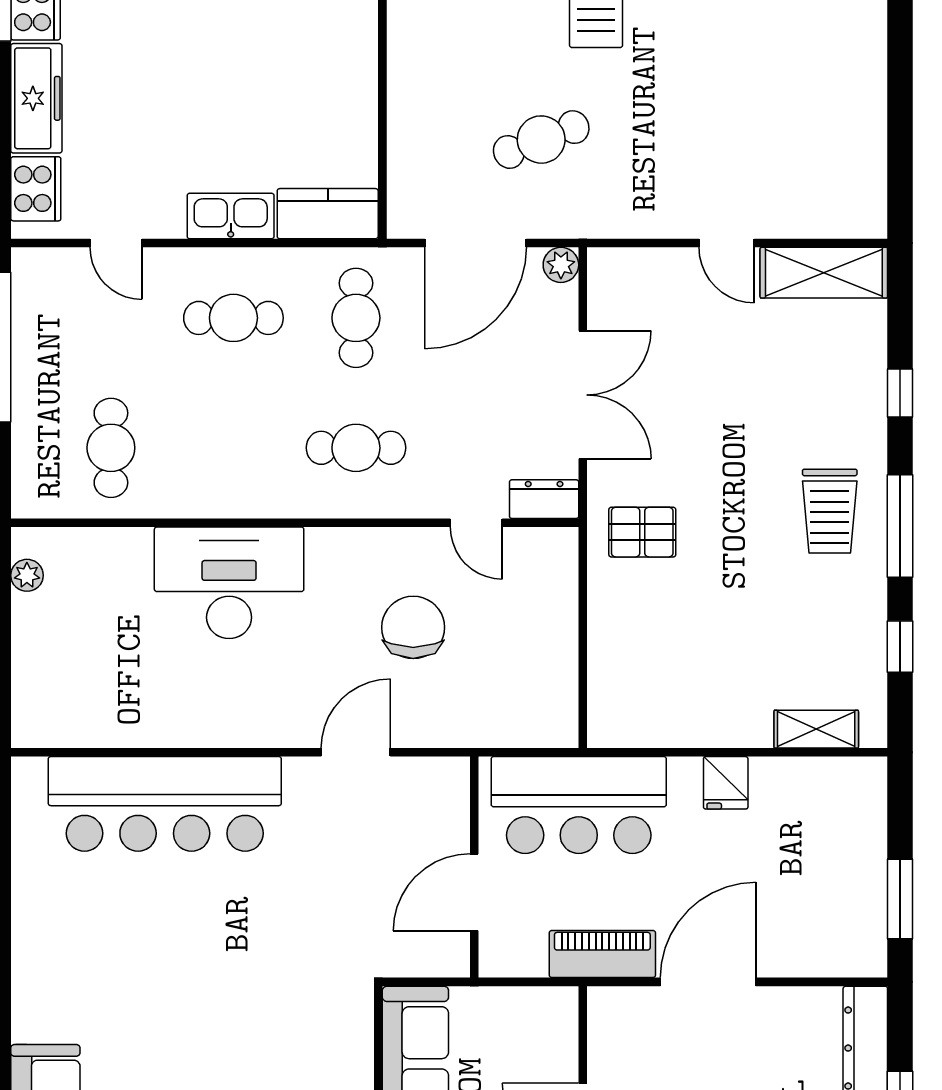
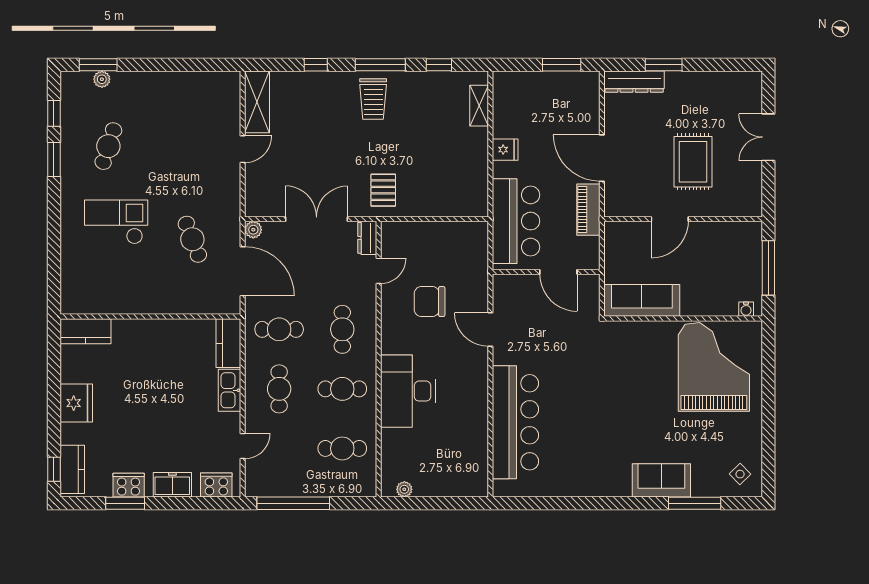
freezer: (36, 98) -> (172, 485), width x0.71
cafe table: (233, 448) -> (342, 389), added
trolley: (830, 511) -> (373, 99), turned 90

